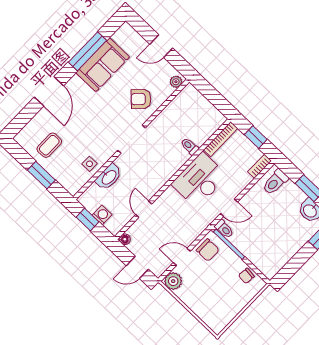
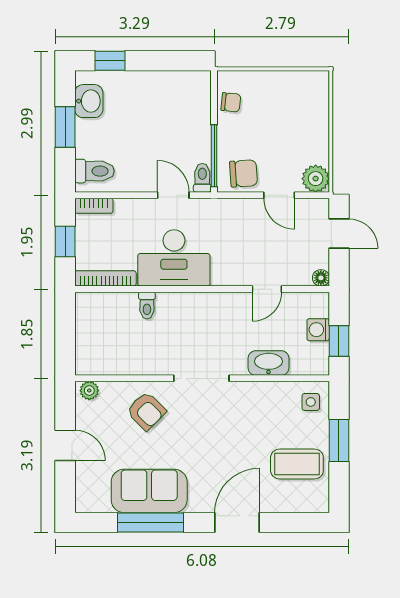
coffee table: (49, 145) -> (297, 464), width x1.36, depth x1.30
side table: (89, 164) -> (311, 402), moved
chair: (208, 250) -> (244, 173), turned 86

